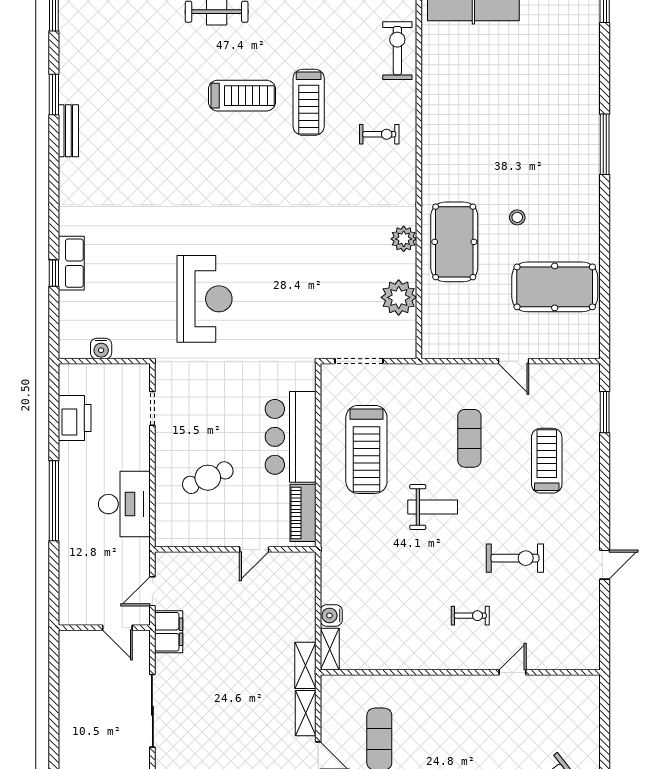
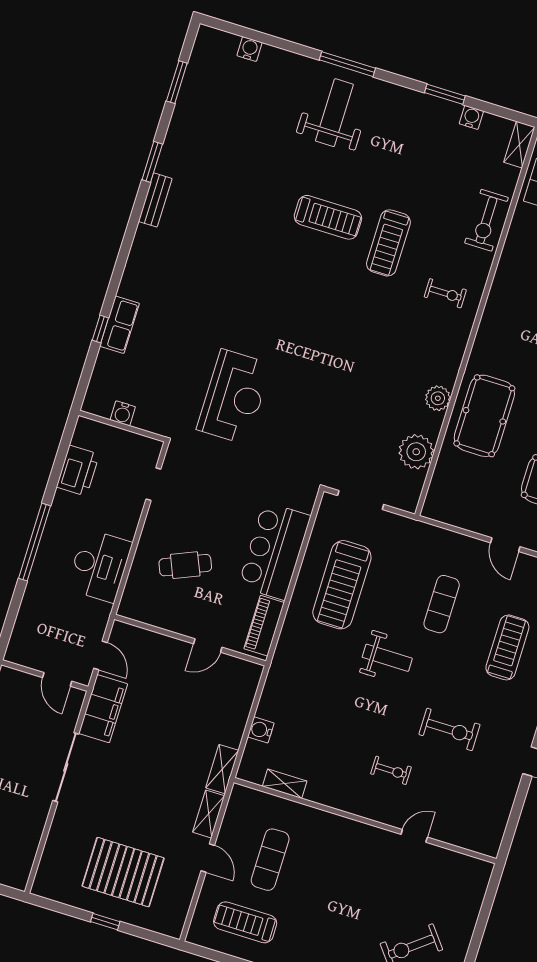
exercise bike: (397, 51) -> (486, 220), turned 180
door: (152, 591) -> (100, 655), swing flipped
filing cabinet: (169, 632) -> (103, 709), width x1.50, depth x1.17
shelving: (330, 649) -> (285, 784), moved, turned 90

